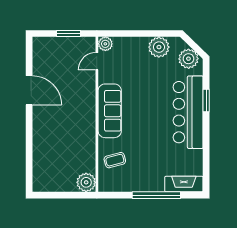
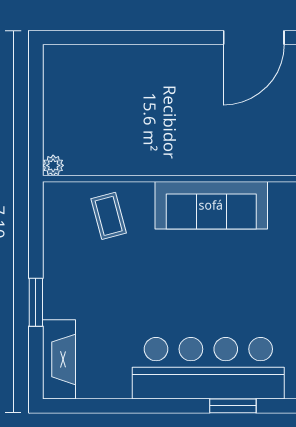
plant: (86, 182) -> (53, 165), width x0.53, depth x0.53
window: (156, 195) -> (36, 302), width x0.47

